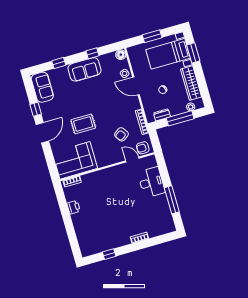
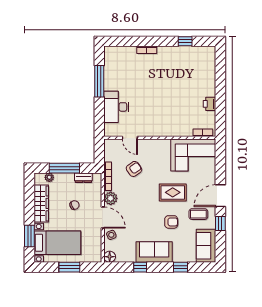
plant: (134, 104) -> (111, 198), added
coffee table: (56, 112) -> (198, 214), added
armchair: (143, 148) -> (171, 222), moved

